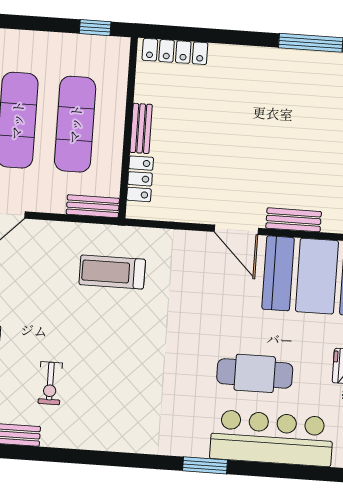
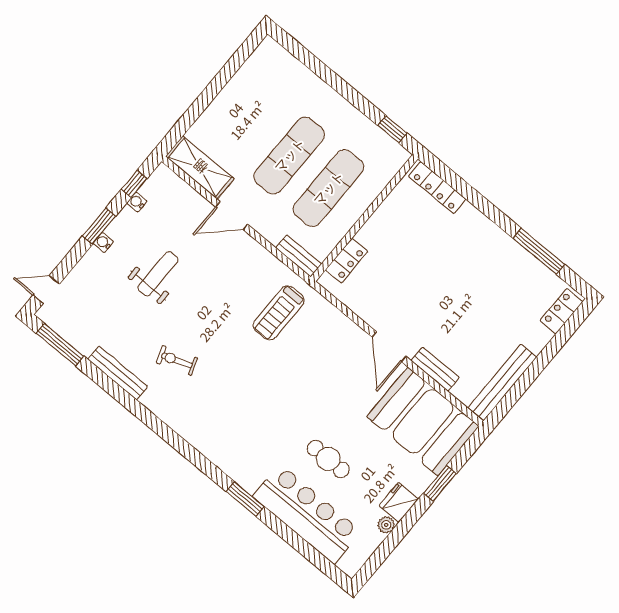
bench: (141, 128) -> (373, 225), removed
treadmill: (112, 272) -> (279, 313), turned -90
cafe table: (255, 373) -> (328, 459), width x0.73, depth x0.74
exercise bike: (50, 383) -> (177, 360), turned 70

